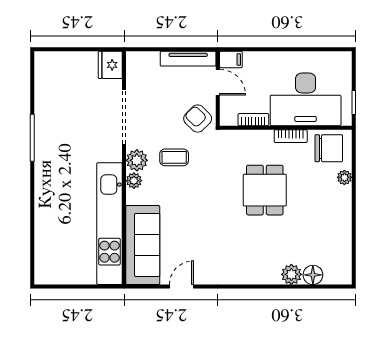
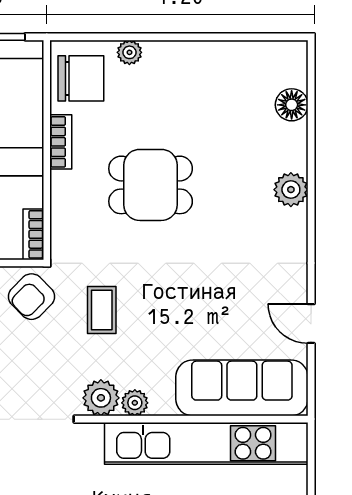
bookcase: (253, 120) -> (33, 234), moved
chair: (329, 148) -> (81, 78), turned 90
coffee table: (174, 157) -> (102, 310), moved
plant: (291, 274) -> (291, 190), moved

